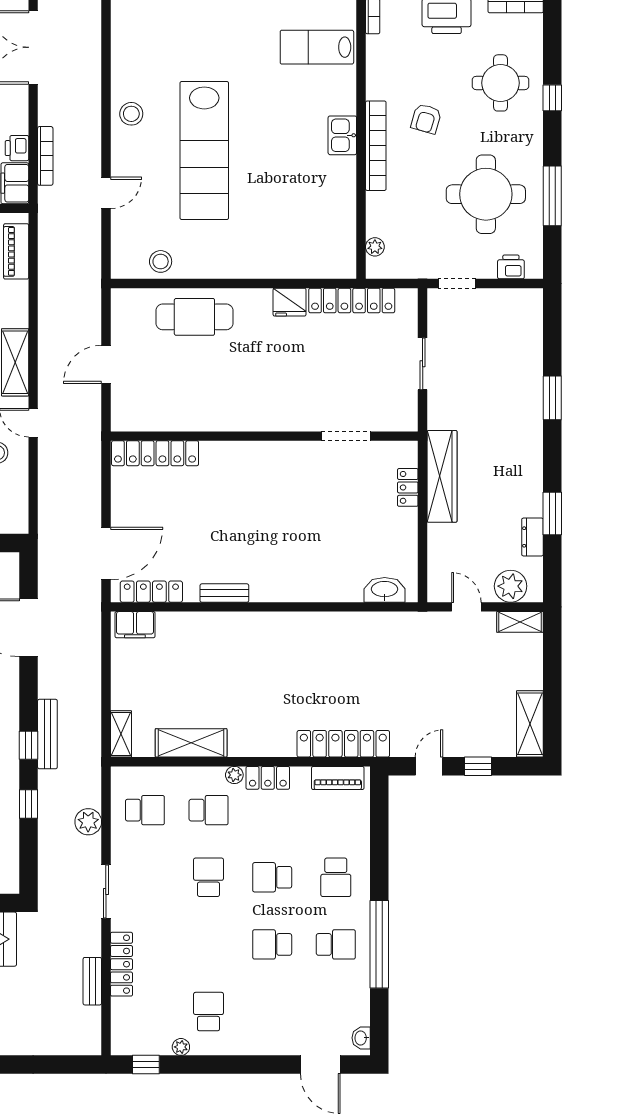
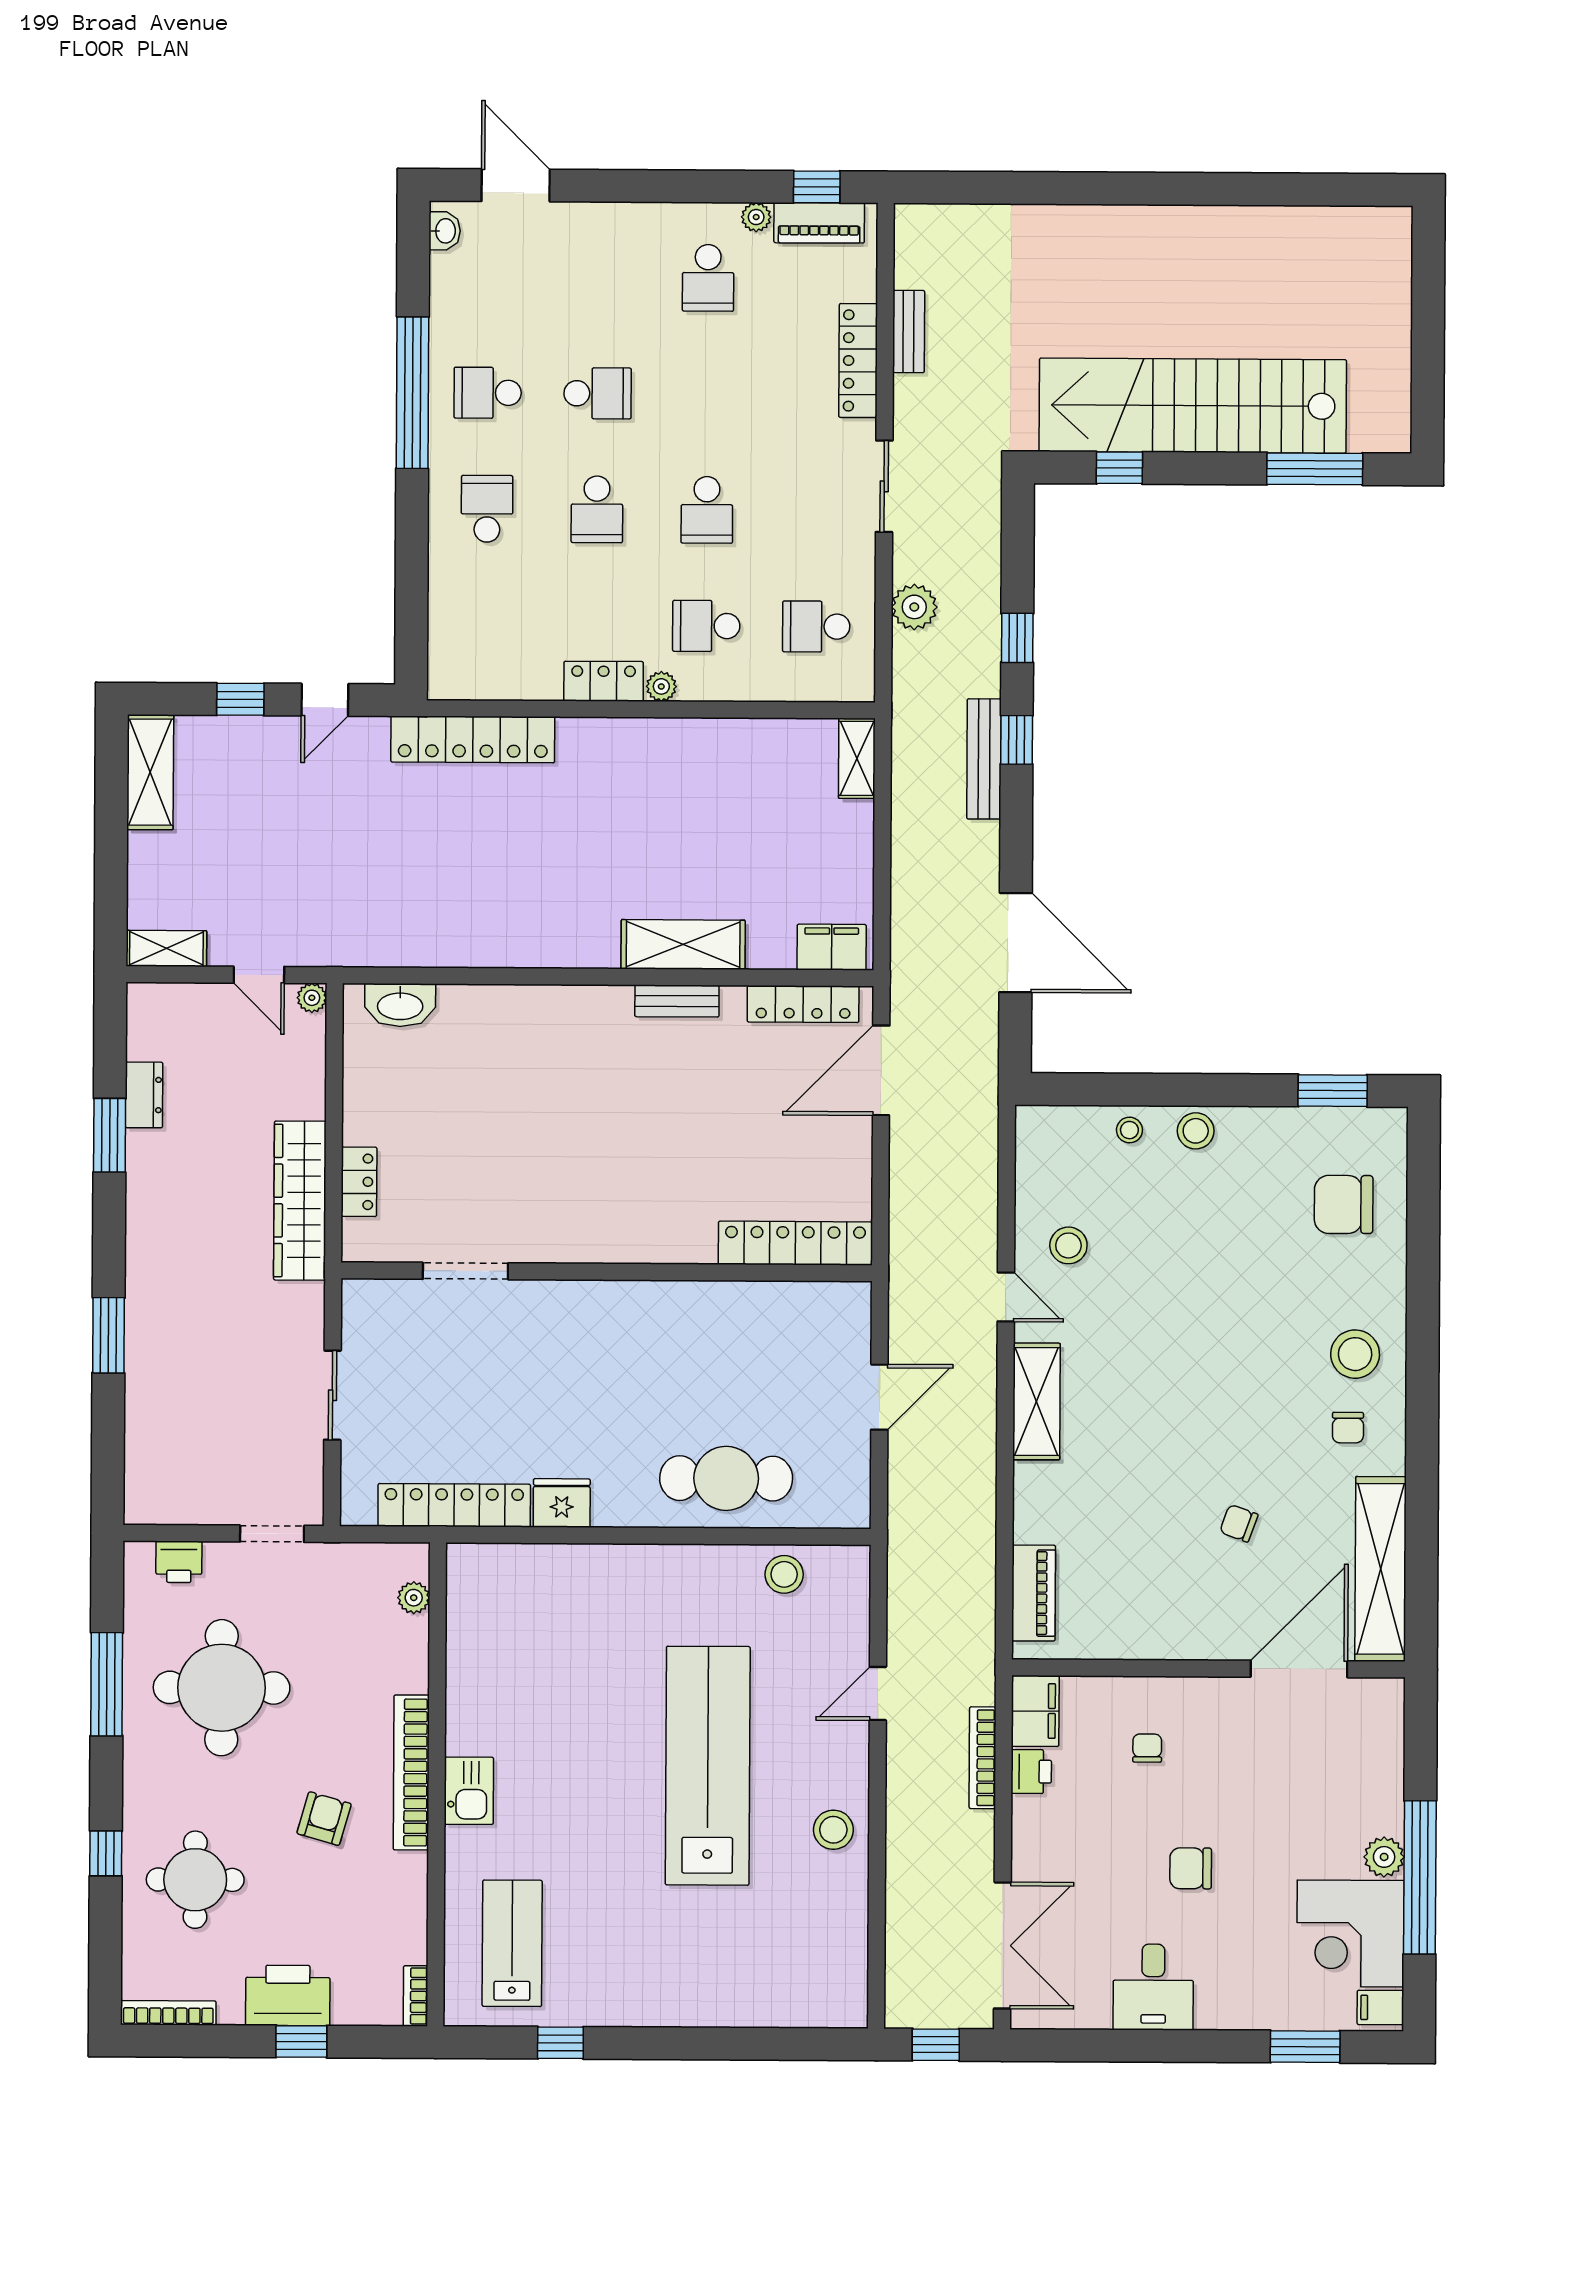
lab bench: (317, 47) -> (512, 1943), turned -90
plant: (511, 586) -> (312, 998), moved, width x0.53, depth x0.53
shelving: (191, 743) -> (683, 944), moved
piano: (338, 778) -> (819, 223), moved, turned 180
school desk: (272, 877) -> (597, 509), turned 90

